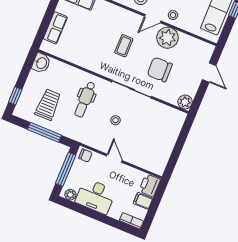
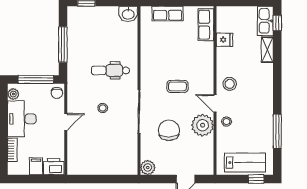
trolley: (48, 105) -> (91, 37), removed
bookcase: (131, 221) -> (12, 150), moved

